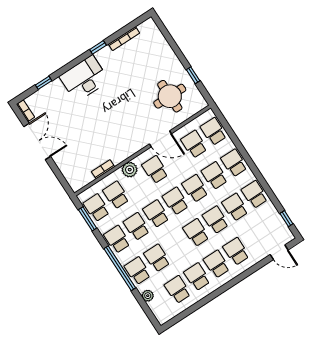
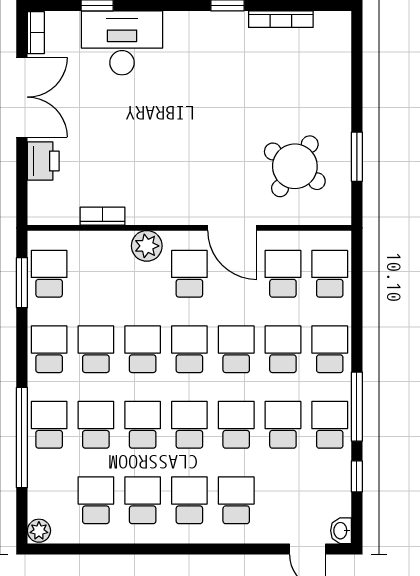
window: (193, 75) -> (357, 157), width x1.50
desk: (84, 79) -> (122, 43), moved
round table: (170, 96) -> (295, 166), turned 34
printer: (63, 162) -> (43, 161), added
window: (261, 180) -> (357, 407), added
school desk: (116, 195) -> (143, 425), moved
window: (286, 219) -> (357, 476), moved
washbasin: (288, 236) -> (341, 531), added
window: (120, 268) -> (22, 437), moved
plant: (148, 296) -> (39, 531), moved

